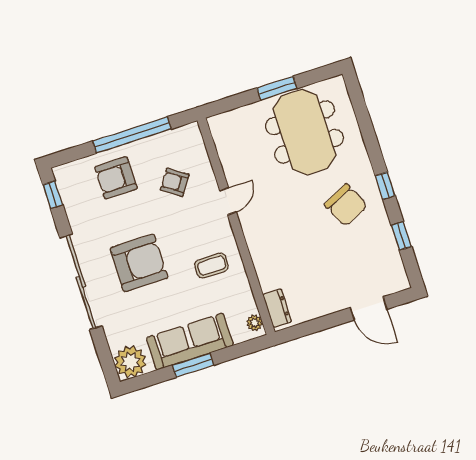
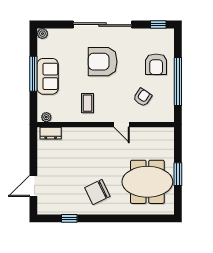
armchair: (116, 178) -> (156, 64), turned 180
window: (385, 186) -> (101, 218), removed
armchair: (139, 263) -> (103, 62), turned 90
sofa: (190, 341) -> (48, 76), width x0.73
plant: (130, 362) -> (42, 34), width x0.53, depth x0.53
window: (193, 365) -> (33, 74), width x1.44

